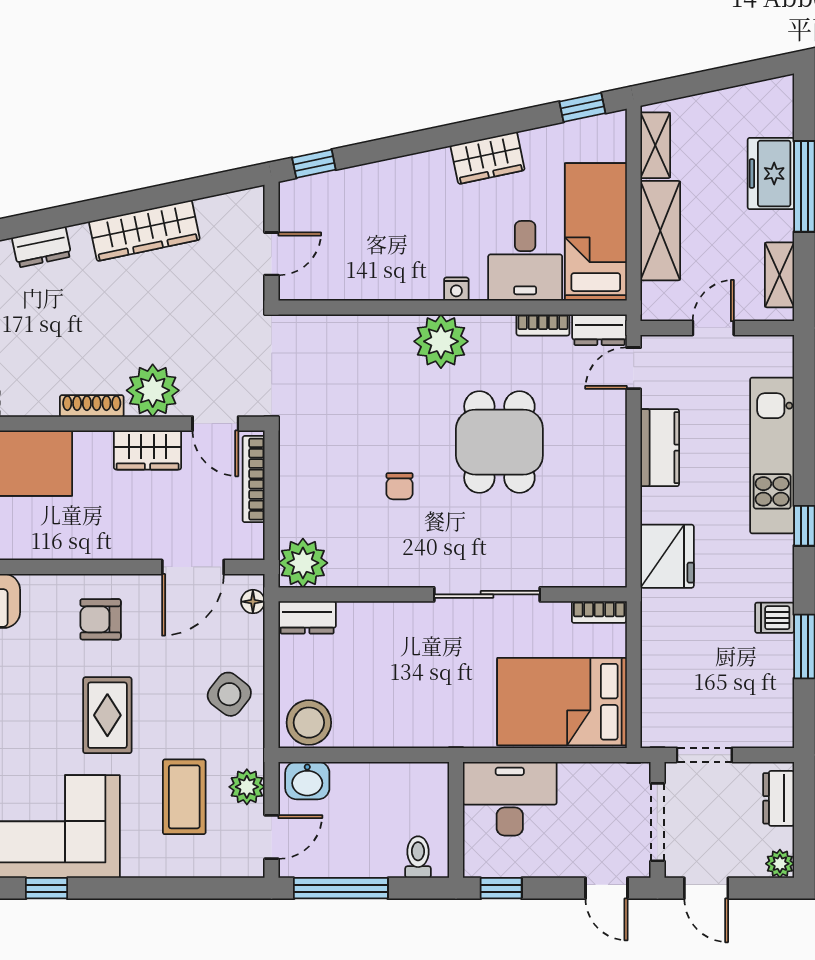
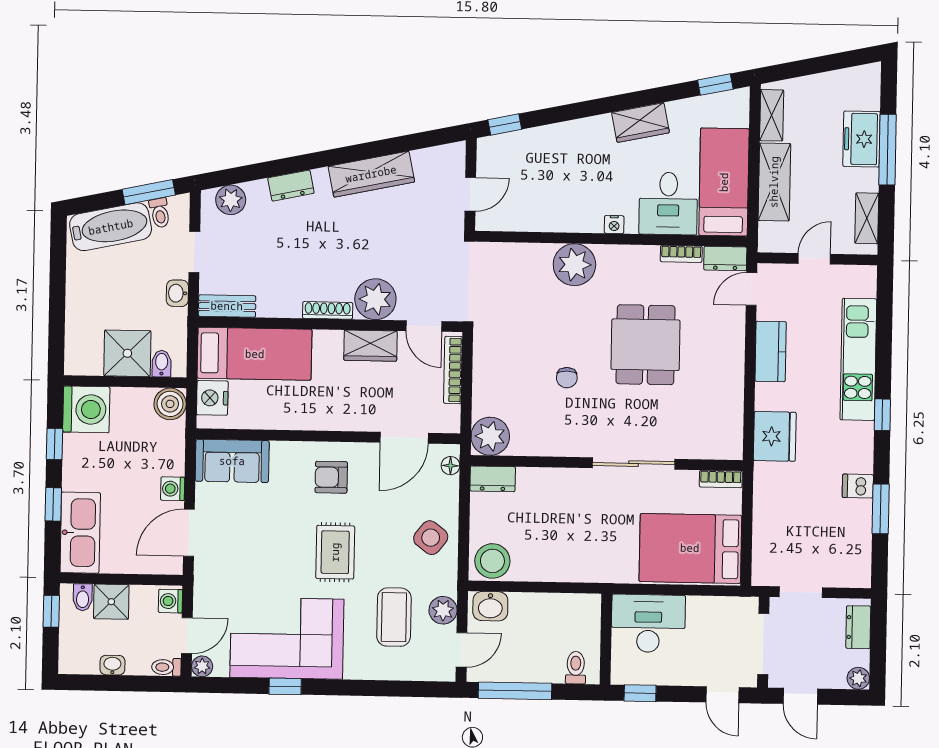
plant: (441, 341) -> (574, 265), moved

